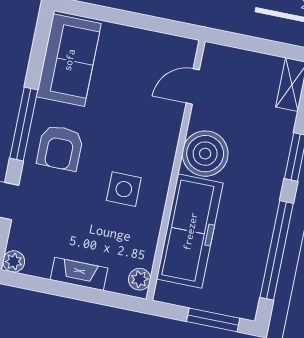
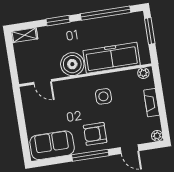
armchair: (60, 148) -> (95, 134), turned 180

